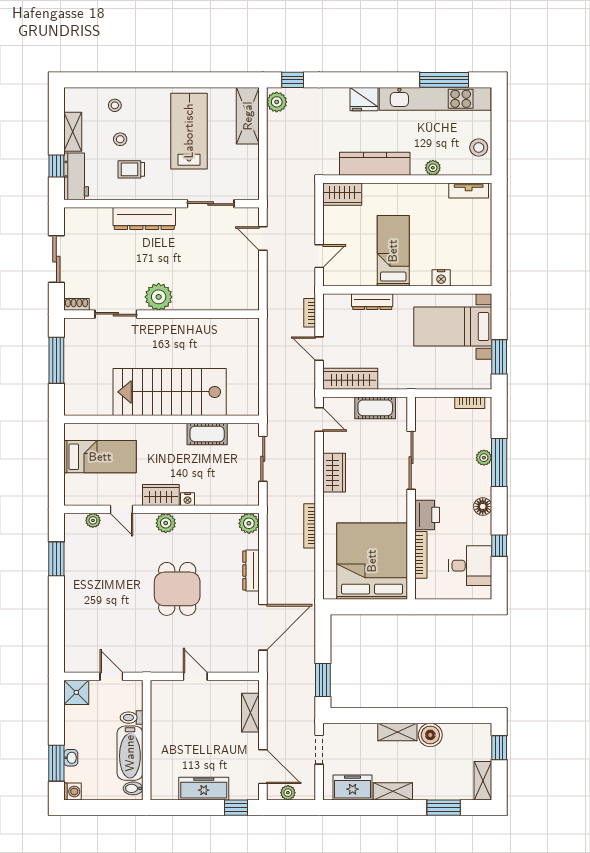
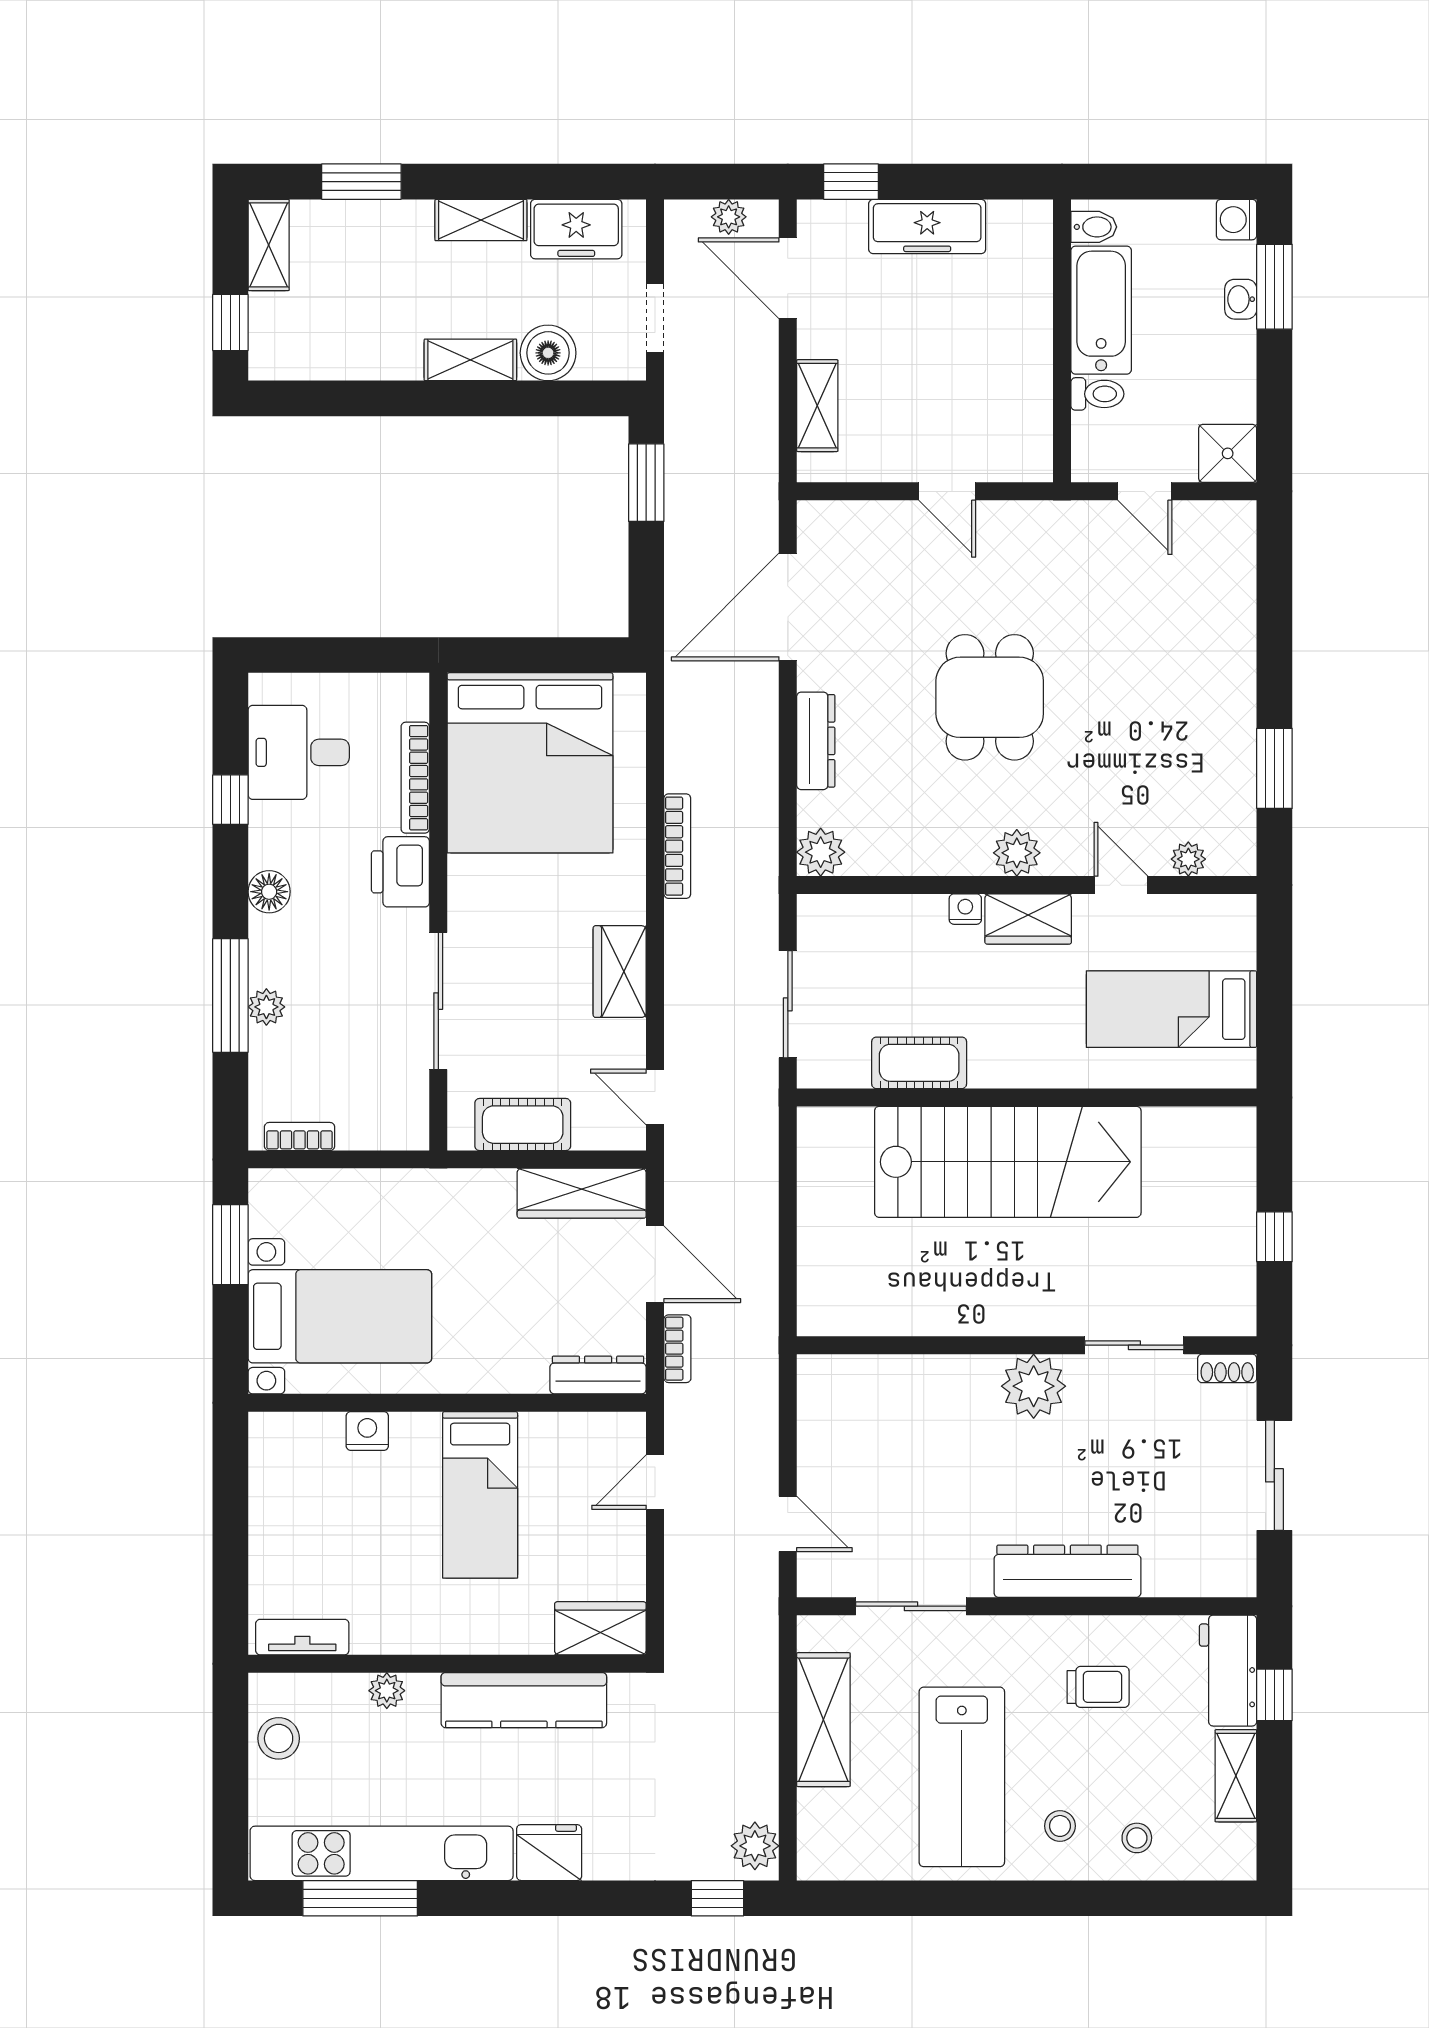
shelving: (248, 116) -> (823, 1720), moved
stool: (120, 139) -> (1060, 1826), moved
dresser: (372, 302) -> (598, 1375), moved
door: (319, 349) -> (655, 1264), width x1.38
window: (56, 360) -> (1274, 1237), width x0.46
boiler: (430, 735) -> (548, 353), moved

